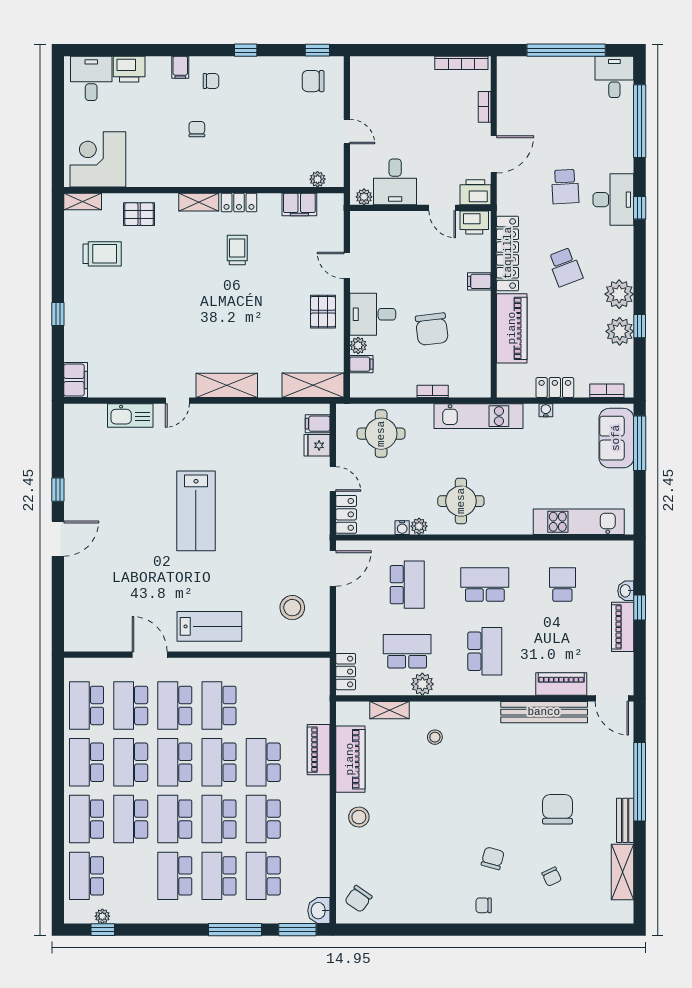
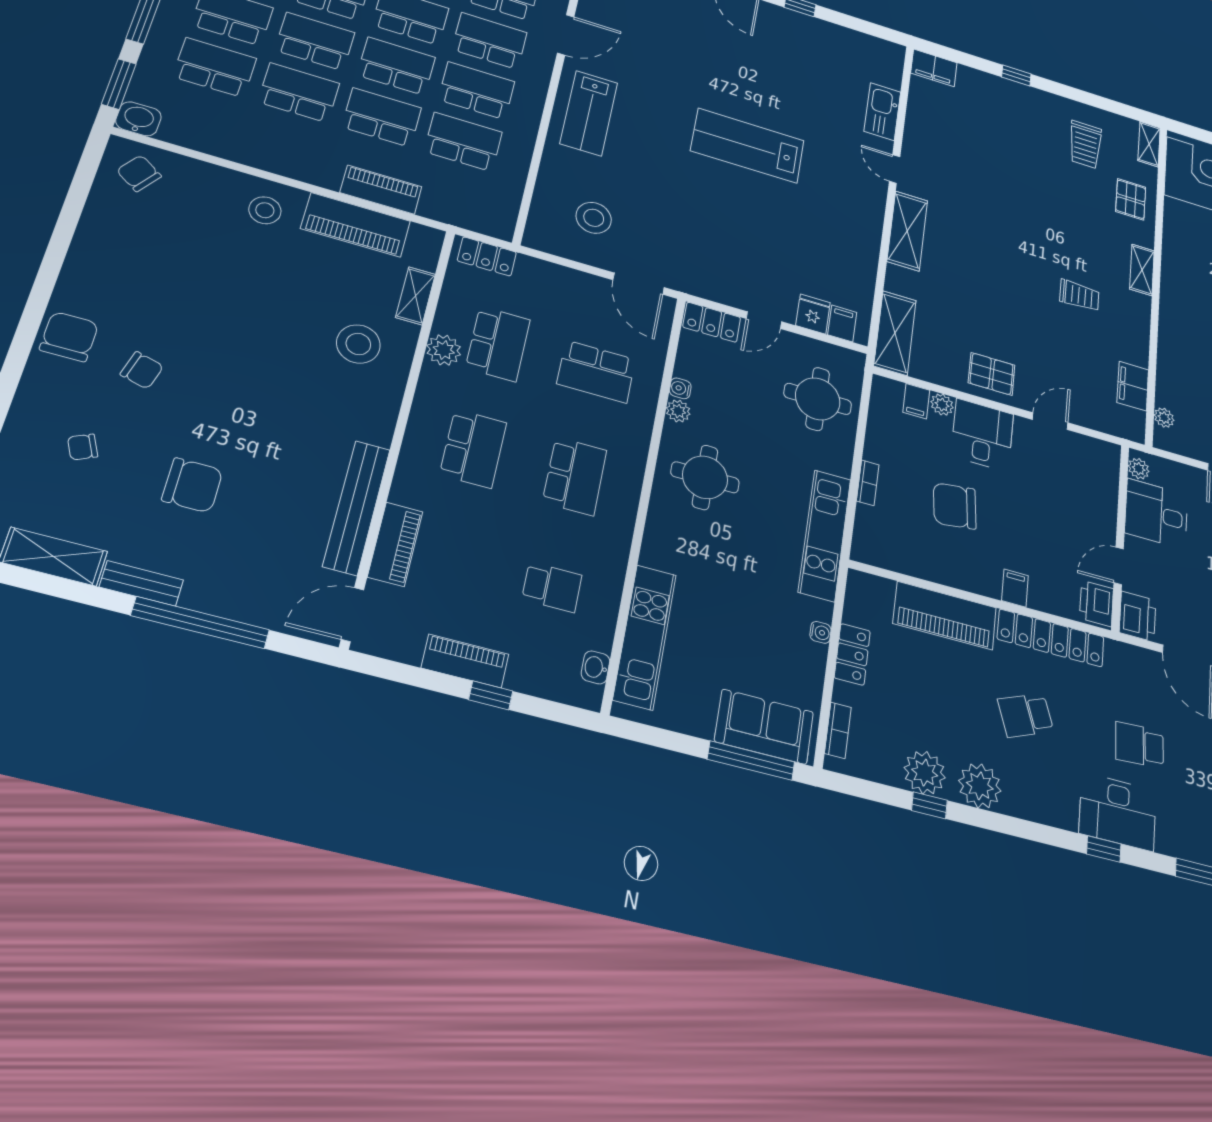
locker: (239, 203) -> (1139, 316), removed
washbasin: (626, 591) -> (596, 667), moved, turned -90
school desk: (485, 651) -> (473, 449), turned -90
school desk: (263, 705) -> (463, 142), added
stool: (435, 737) -> (358, 344), width x1.89, depth x1.89
chair: (484, 905) -> (69, 337), width x1.87, depth x1.87

